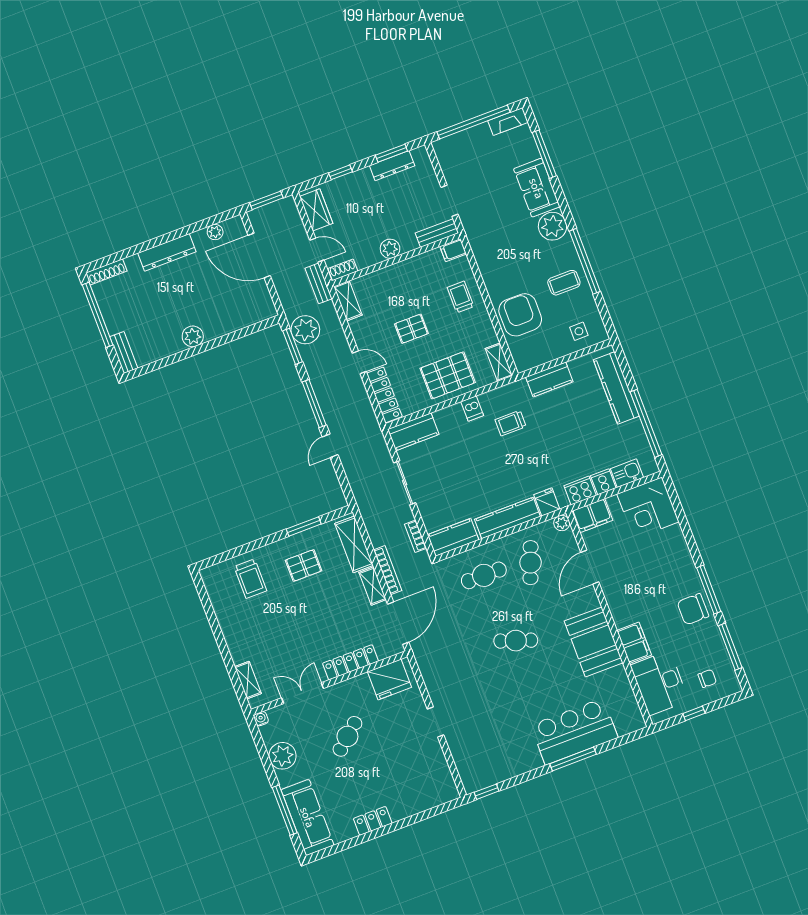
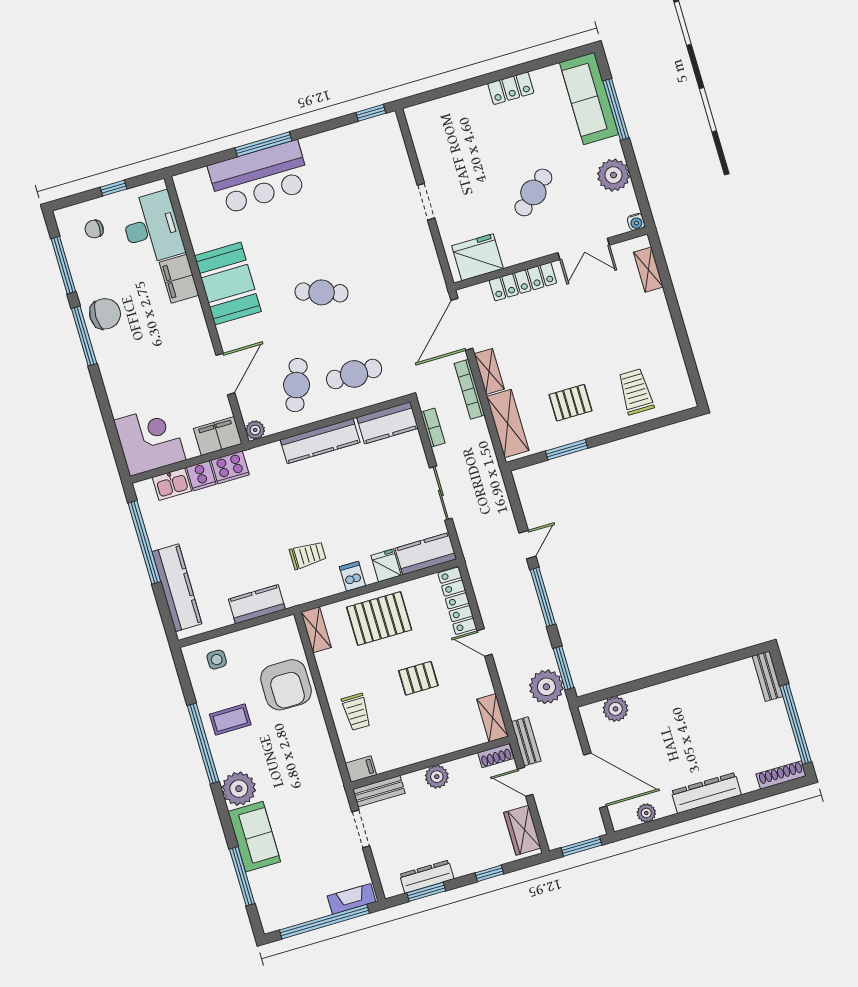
fireplace: (508, 122) -> (352, 899), moved
plant: (193, 336) -> (615, 709), moved
fridge: (547, 502) -> (386, 565), moved, turned 180

